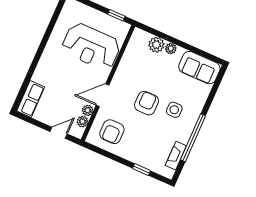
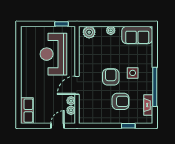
plant: (156, 45) -> (89, 32), moved
reception desk: (91, 46) -> (53, 54), turned 90
armchair: (112, 132) -> (121, 101), moved, turned -90

